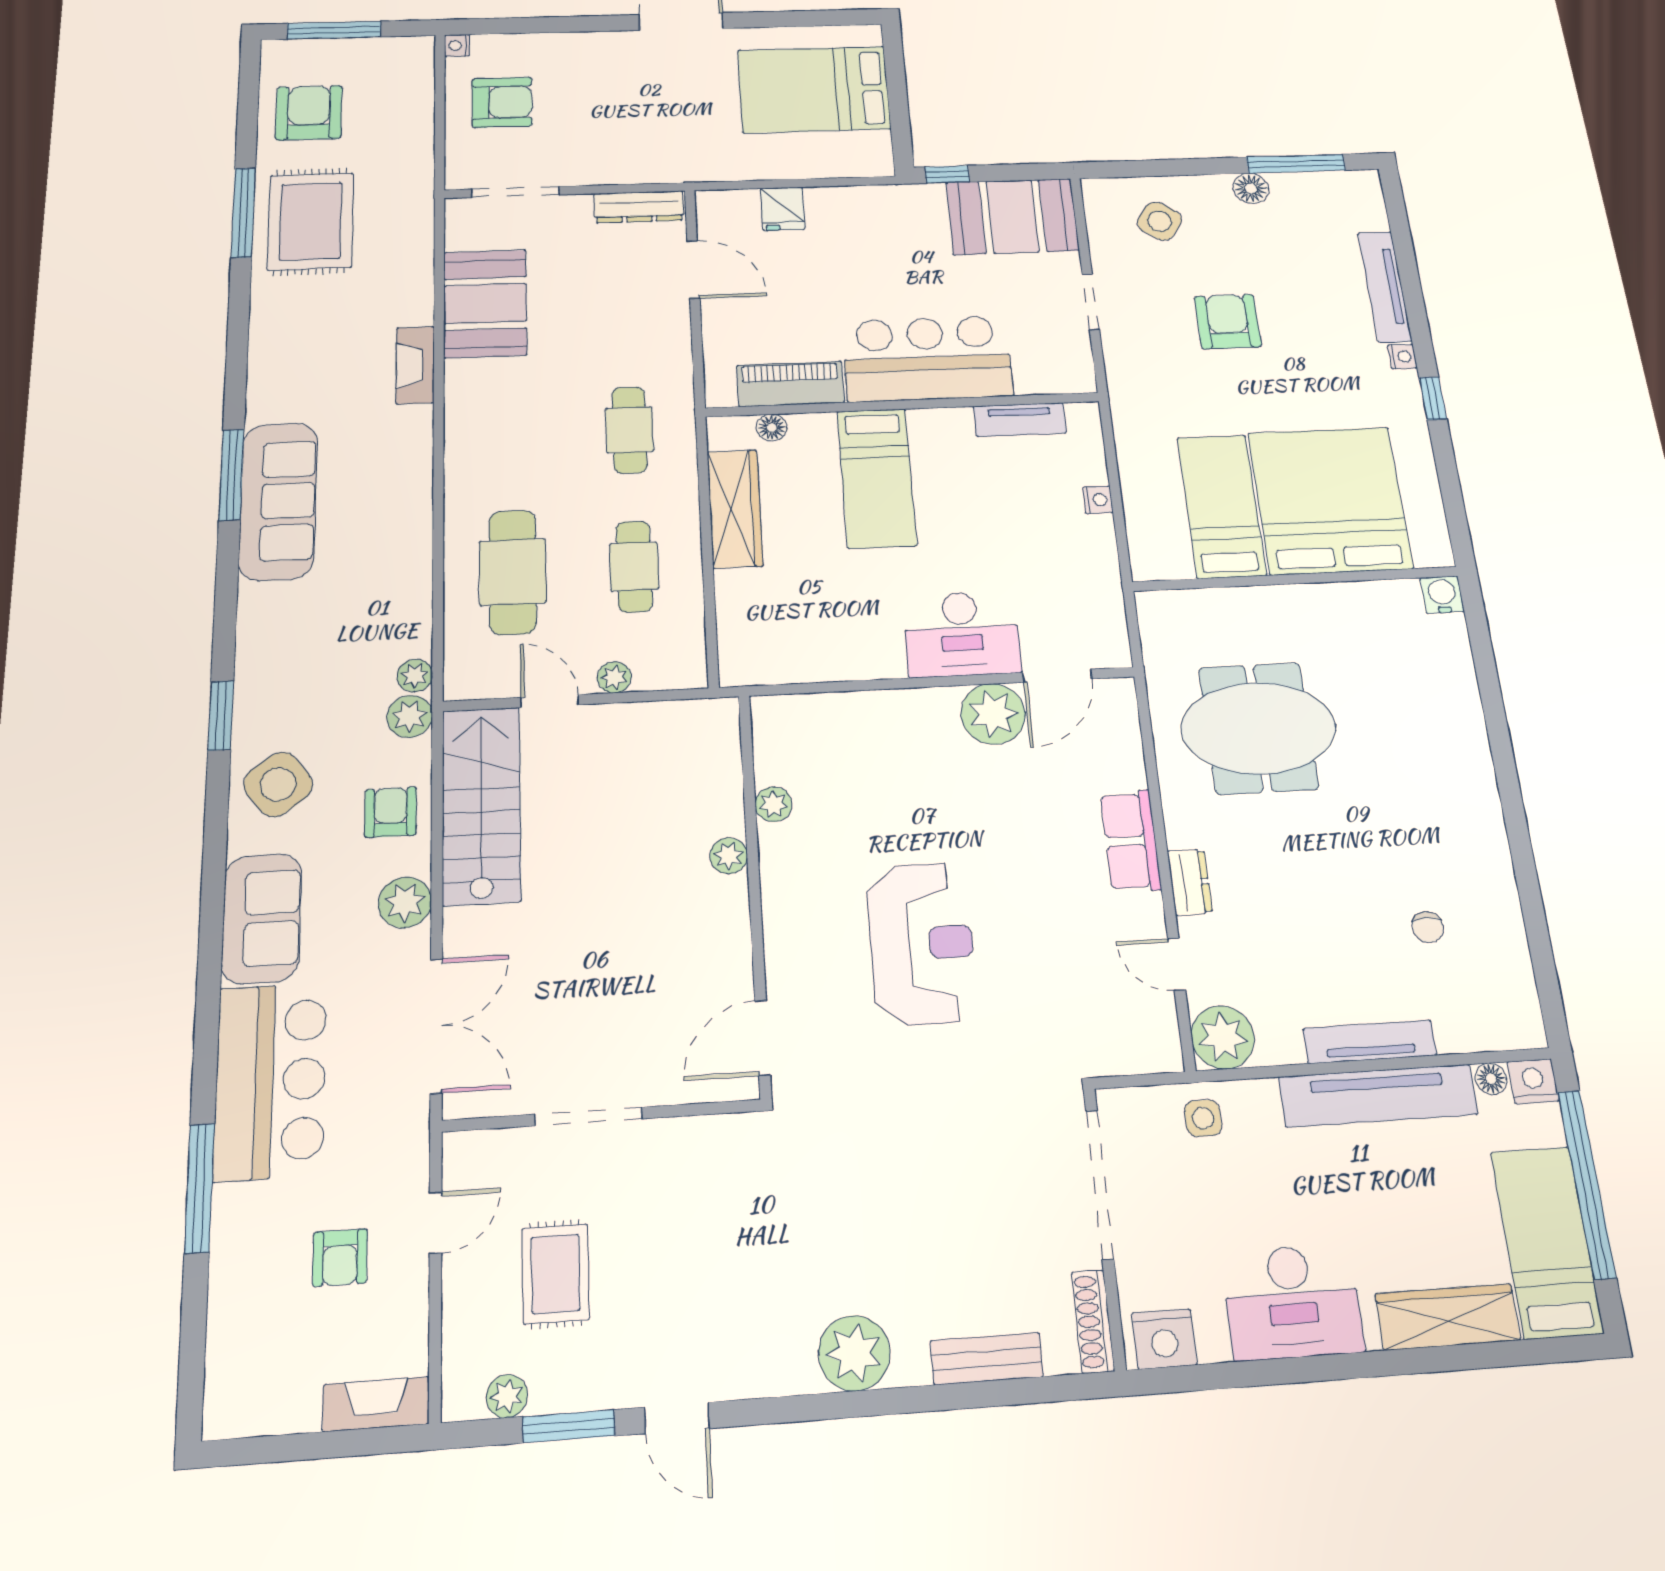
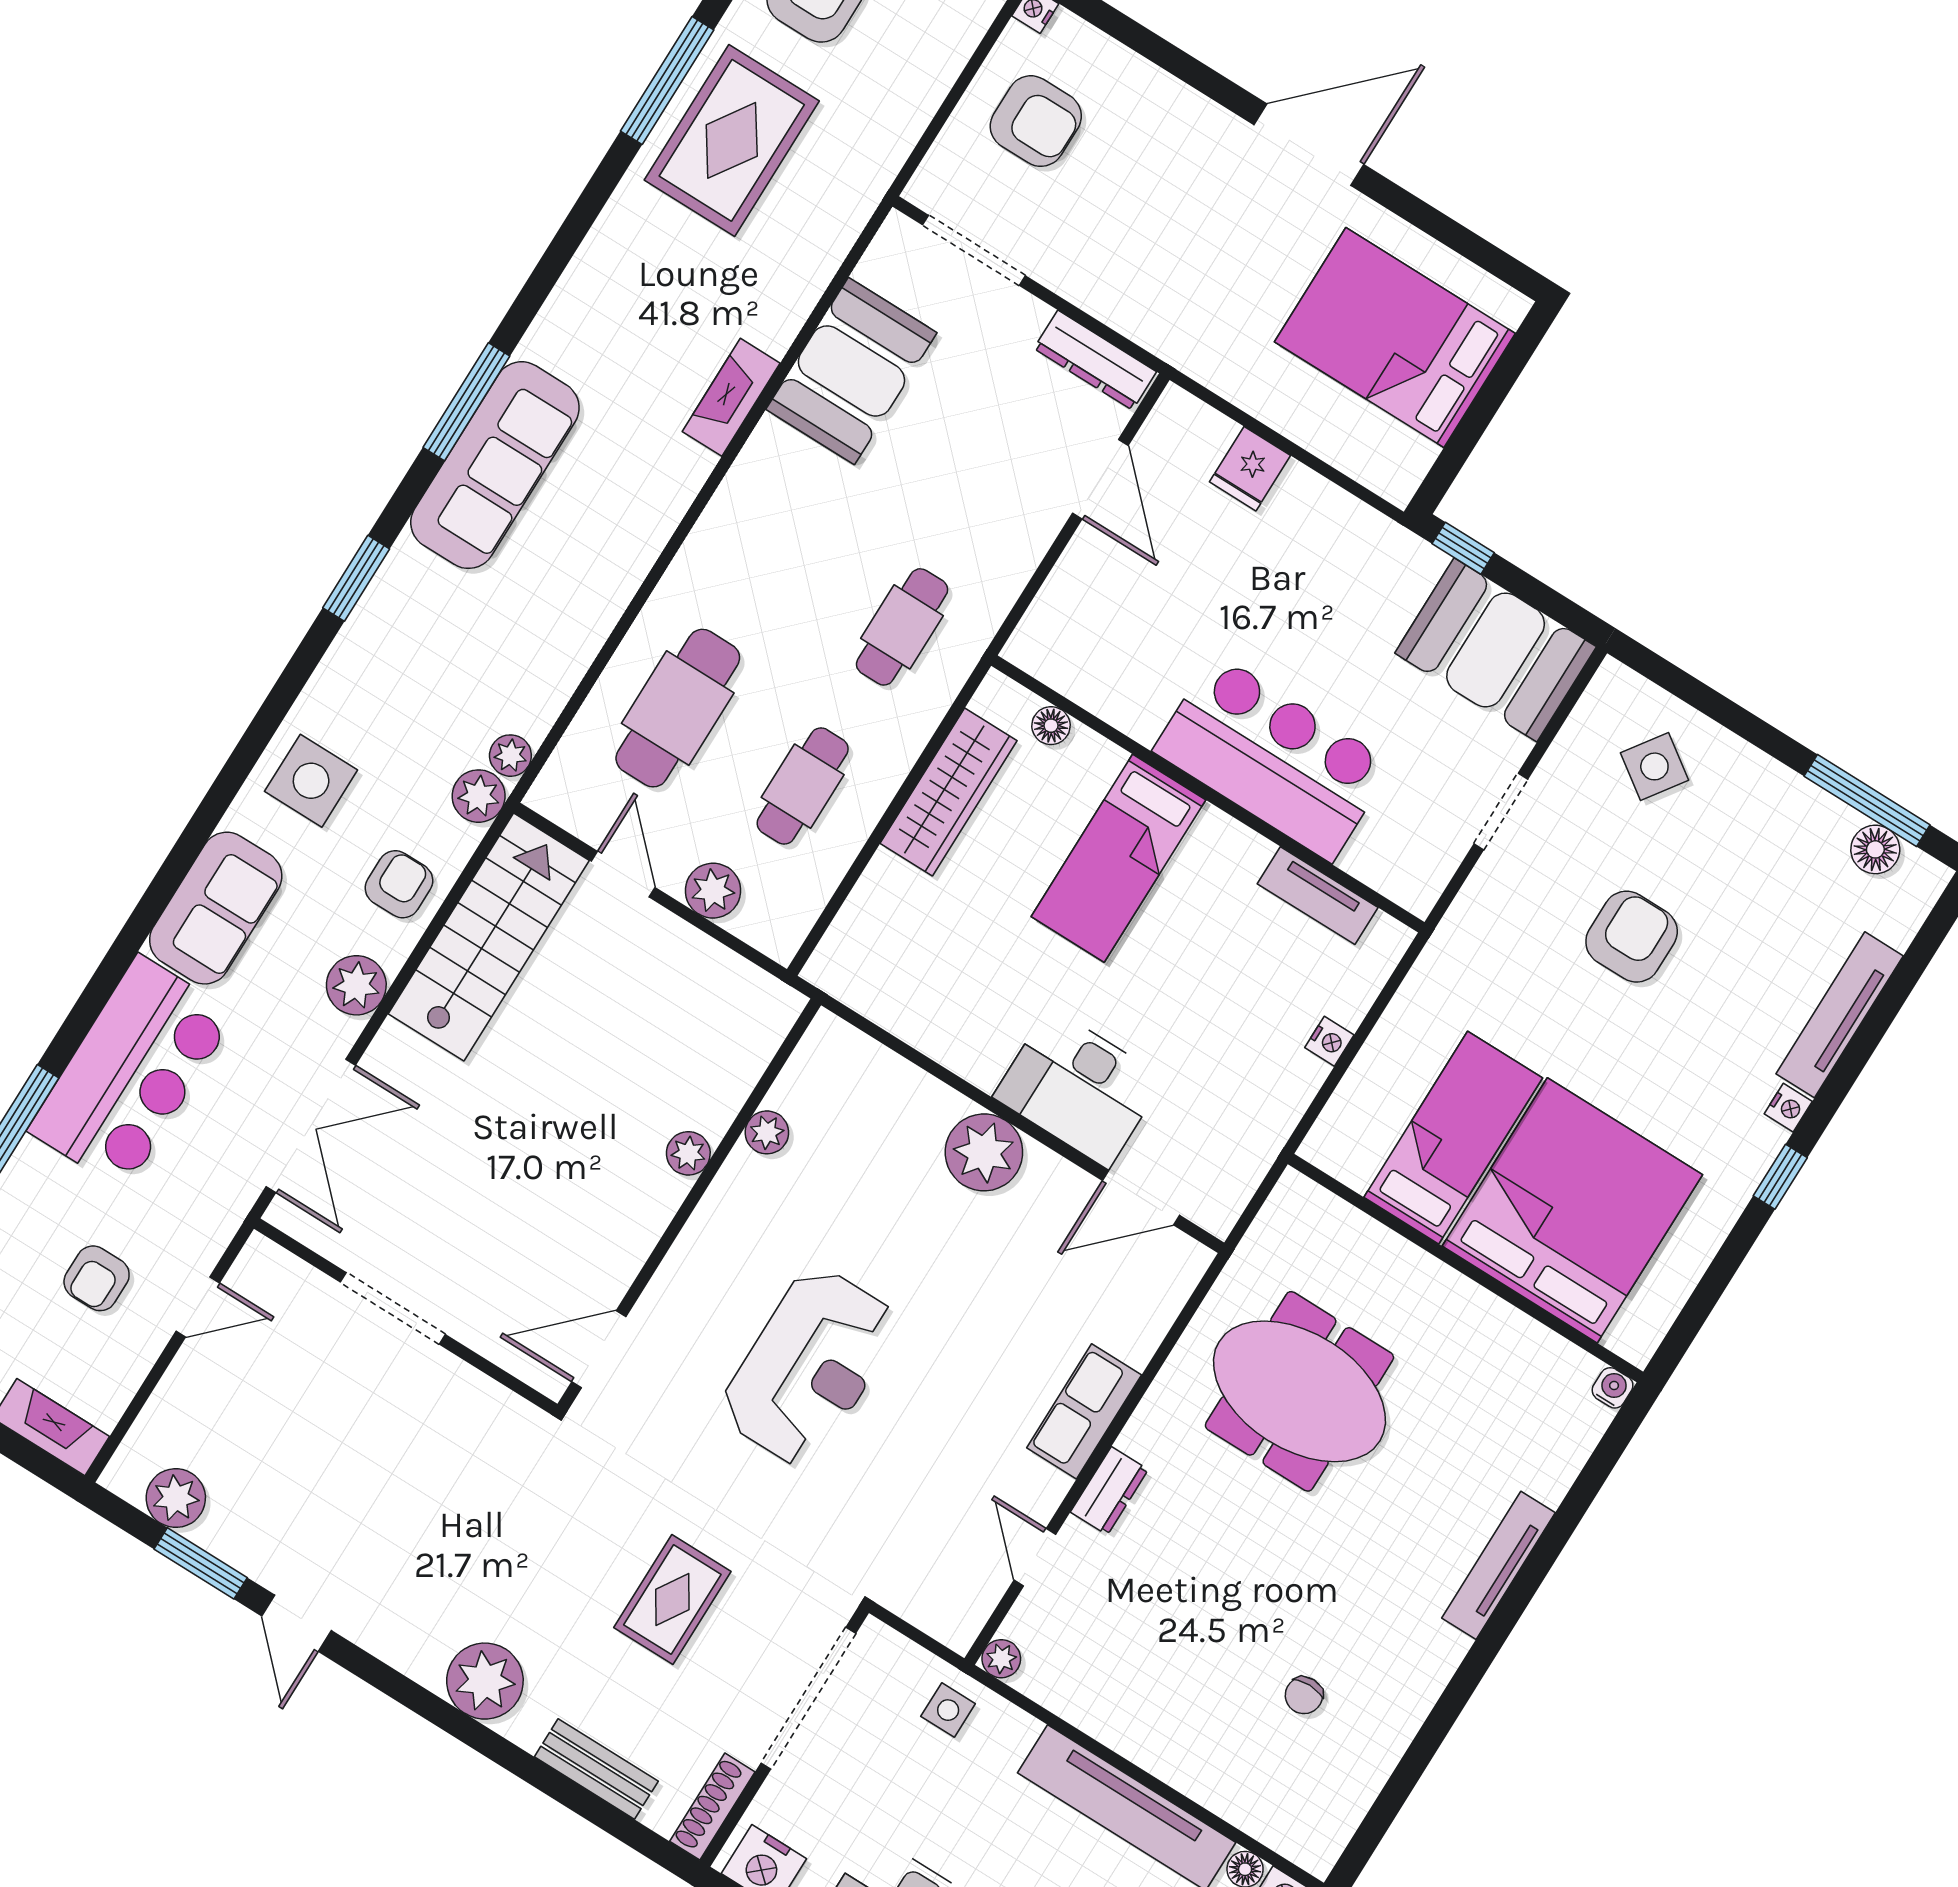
floor lamp: (1251, 188) -> (1875, 849), moved
piano: (790, 384) -> (1107, 688), removed
water cooler: (1442, 595) -> (1613, 1388), width x0.72, depth x0.72
plant: (614, 677) -> (713, 891), width x1.38, depth x1.38
plant: (993, 714) -> (984, 1152), moved
window: (221, 716) -> (356, 578), moved
side table: (278, 784) -> (311, 781), turned 37
plant: (1223, 1037) -> (1001, 1659), width x0.53, depth x0.53
tv unit: (1370, 1042) -> (1498, 1565), moved, turned -90
rug: (556, 1274) -> (672, 1600), moved
plant: (507, 1396) -> (176, 1498), width x1.38, depth x1.38

